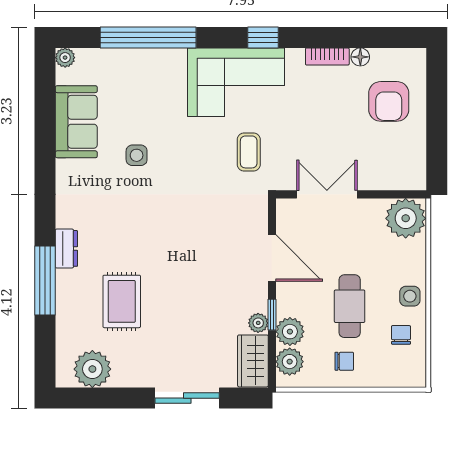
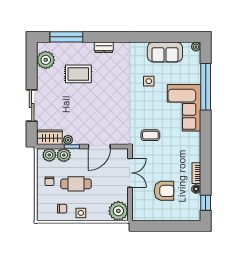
window: (263, 37) -> (206, 203), moved
corner sofa: (236, 82) -> (184, 108), moved
armchair: (389, 101) -> (164, 191), moved, turned 180
window: (45, 281) -> (66, 37), moved

